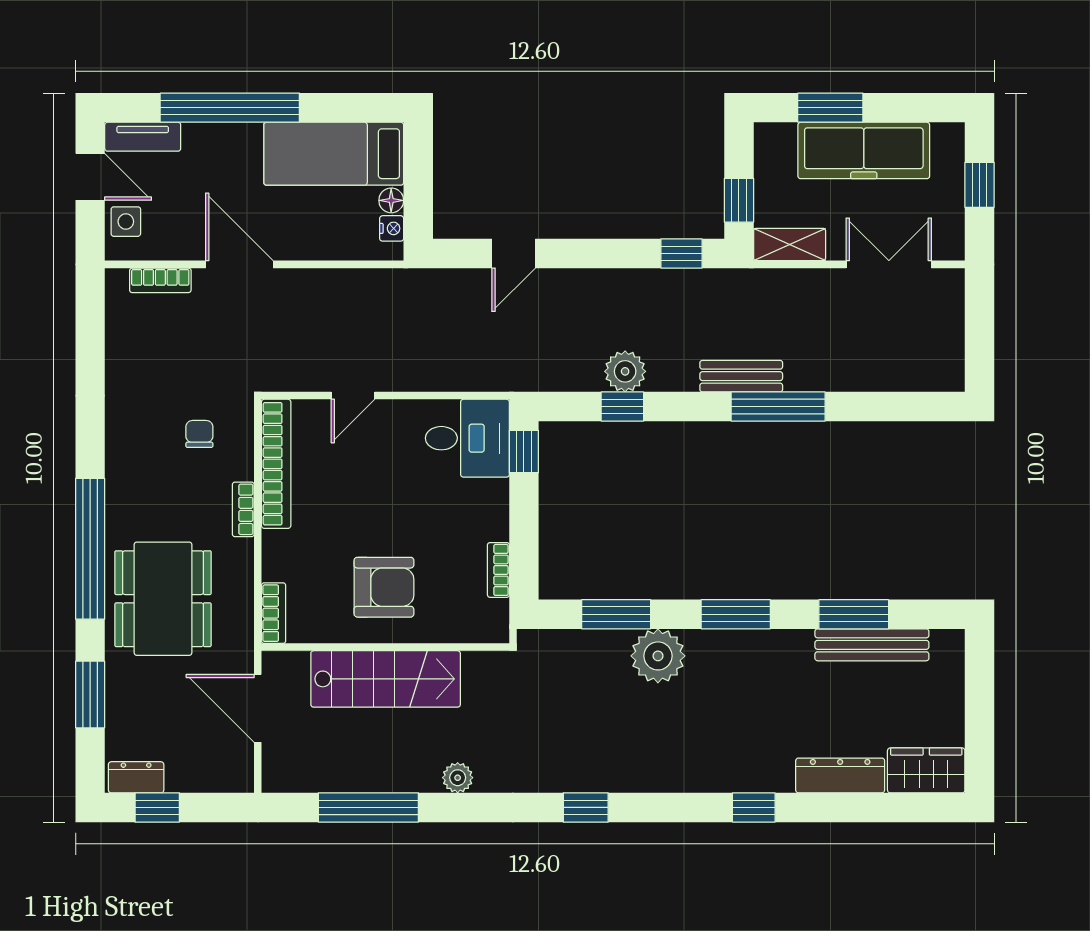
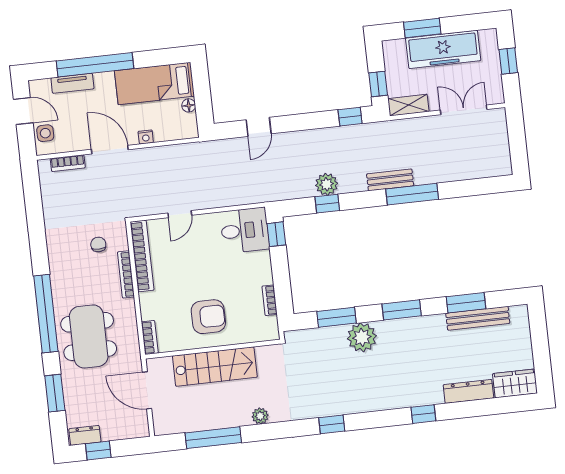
tv unit: (143, 137) -> (72, 83), moved
nightstand: (392, 228) -> (146, 137), moved, turned 90
bookcase: (243, 509) -> (126, 274), width x1.56

